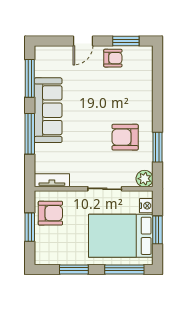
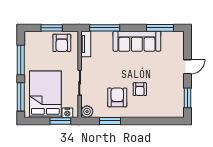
door: (83, 41) -> (187, 67), swing flipped
armchair: (113, 58) -> (140, 89), moved
window: (30, 134) -> (105, 28), moved
window: (157, 230) -> (60, 121), moved
window: (74, 269) -> (21, 60), width x1.44

